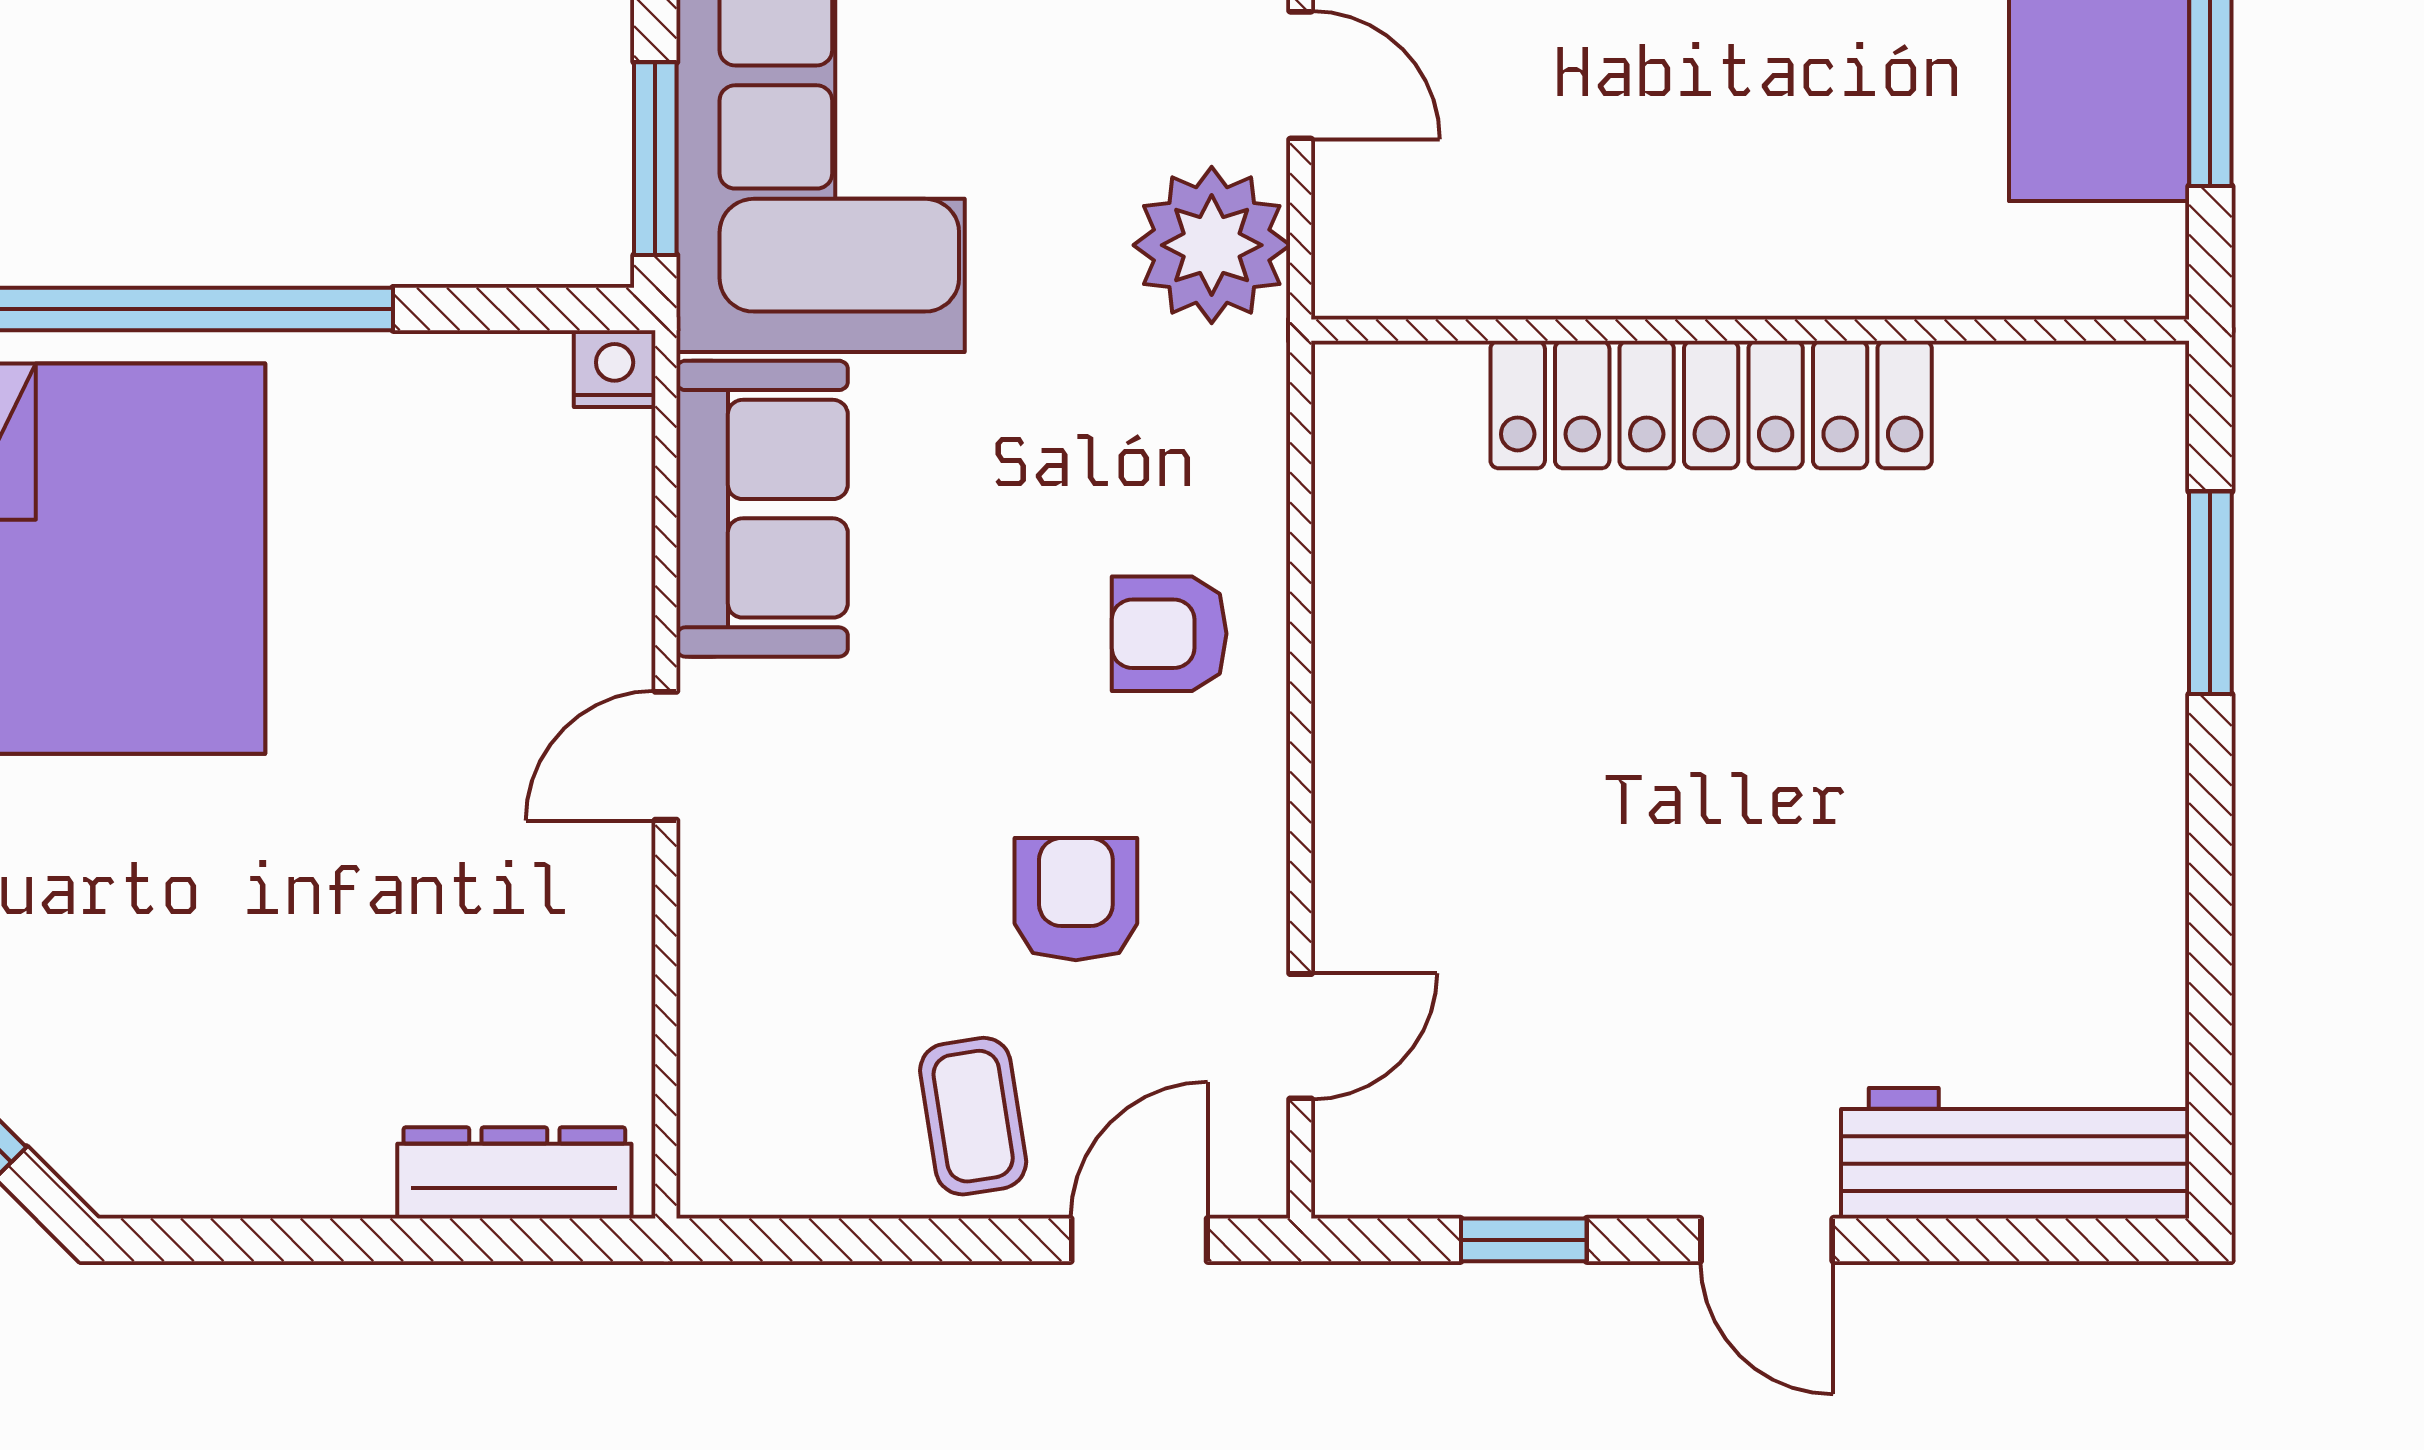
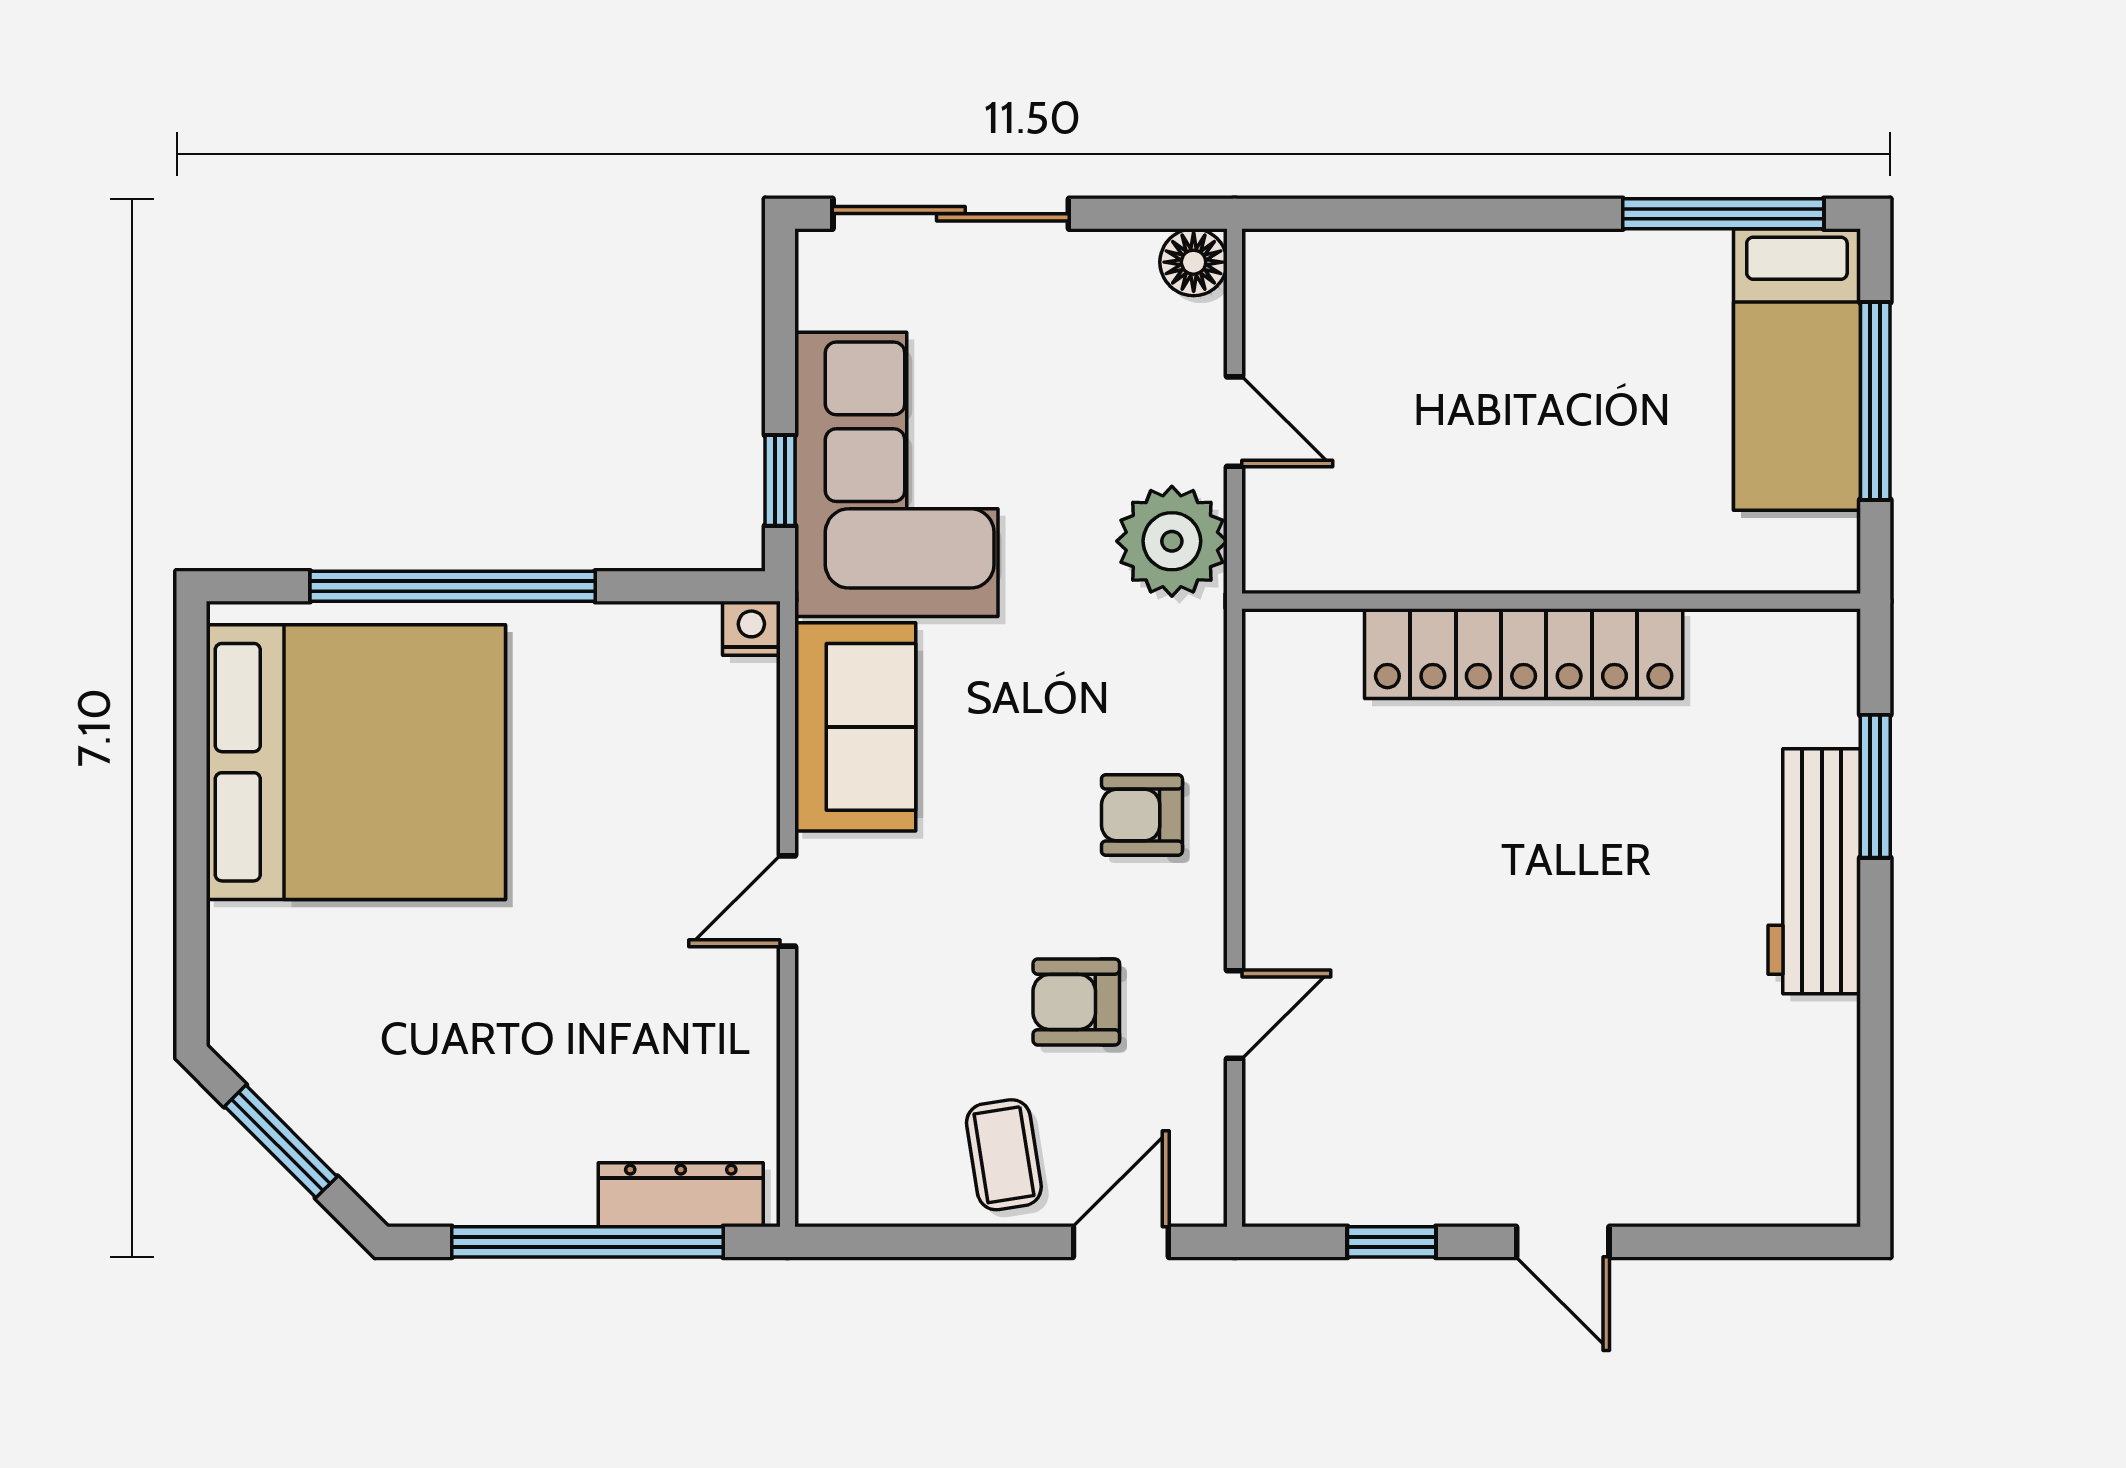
window: (655, 159) -> (780, 480), width x0.67
armchair: (1076, 899) -> (1076, 1002), turned -90
door: (1301, 1036) -> (1235, 1015), moved
workbench: (2015, 1153) -> (1814, 871), moved, turned -90
window: (382, 1240) -> (588, 1242), added

